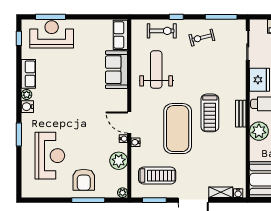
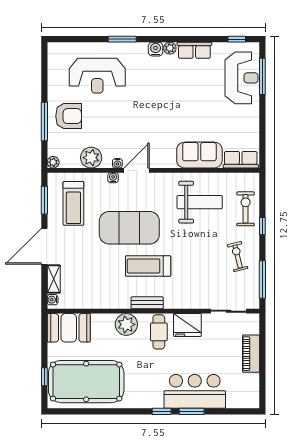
exercise bike: (162, 31) -> (246, 209), turned 180
armchair: (84, 180) -> (69, 116), turned 180

